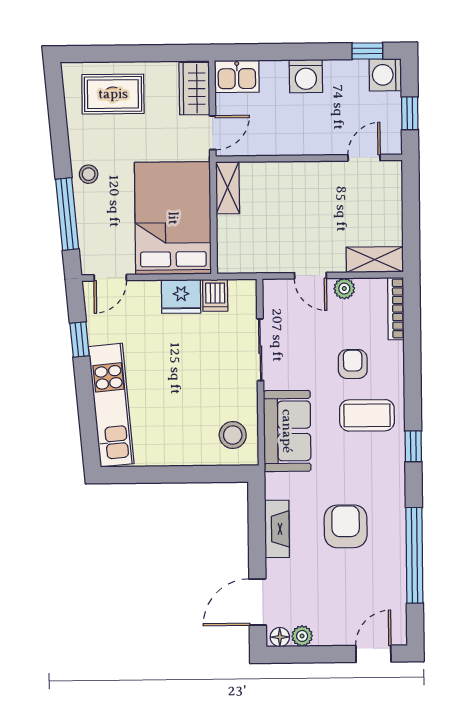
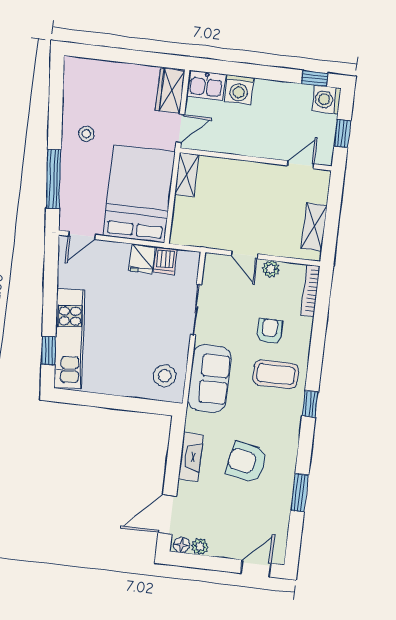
washing machine: (306, 76) -> (239, 90), moved
rug: (113, 94) -> (103, 87), removed
stool: (89, 174) -> (86, 134), moved
shelving: (374, 260) -> (314, 227), moved, turned 90
fridge: (181, 296) -> (142, 259), width x0.72
window: (80, 339) -> (48, 351), moved
armchair: (346, 526) -> (247, 462), turned -79
window: (414, 555) -> (300, 493), width x0.47

